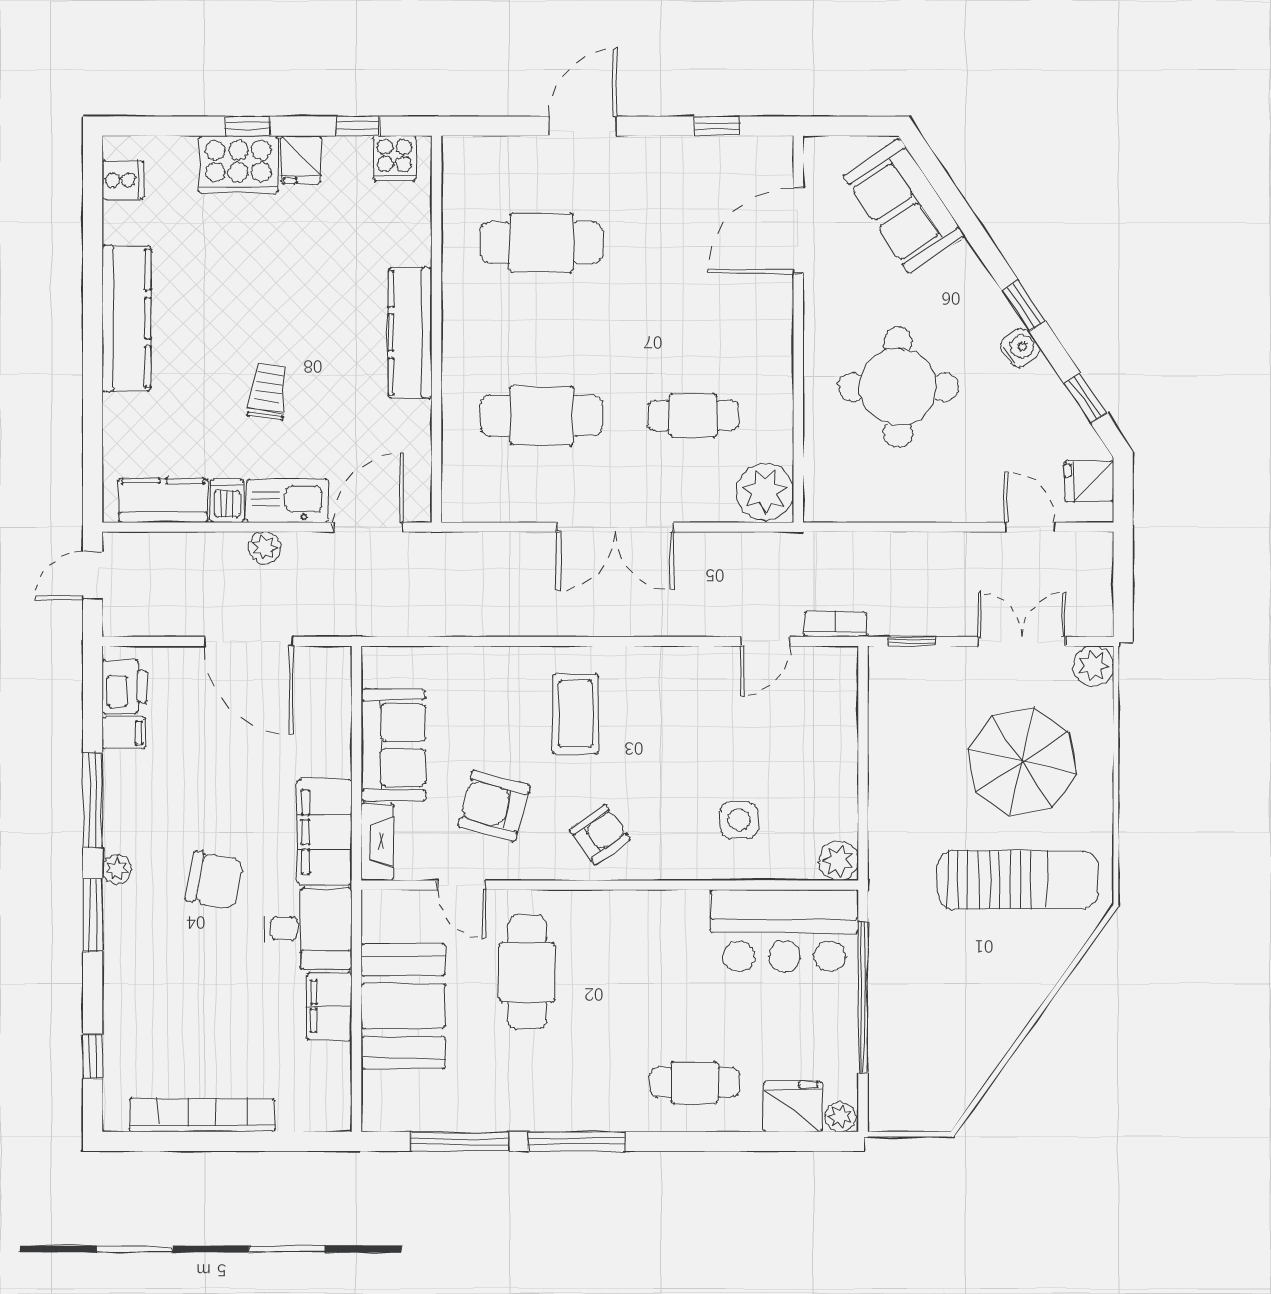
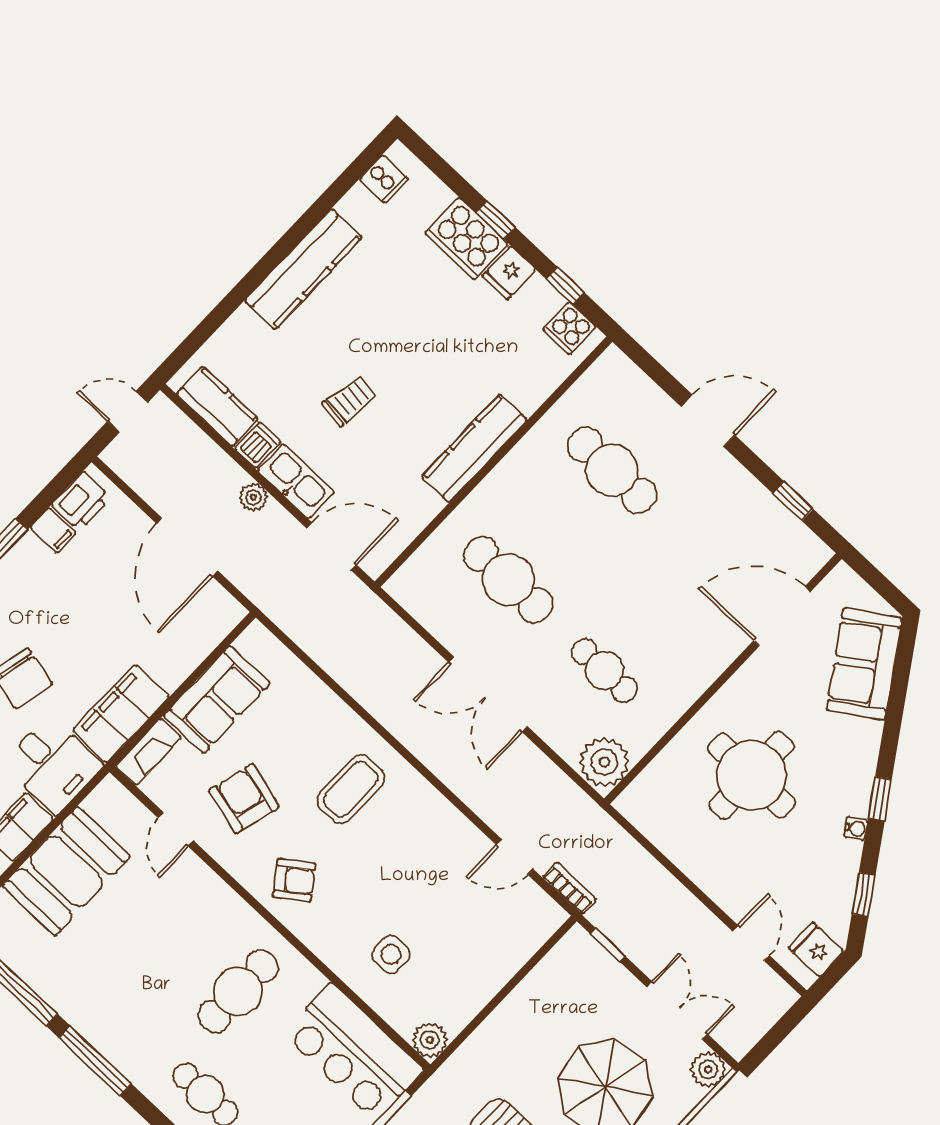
water cooler: (1020, 348) -> (856, 828), width x0.72, depth x0.72
cafe table: (527, 972) -> (238, 991), moved

